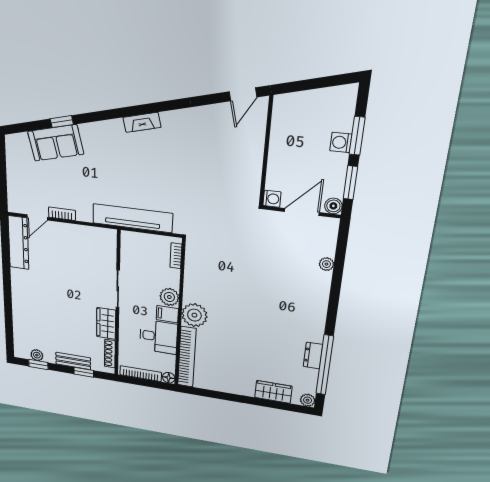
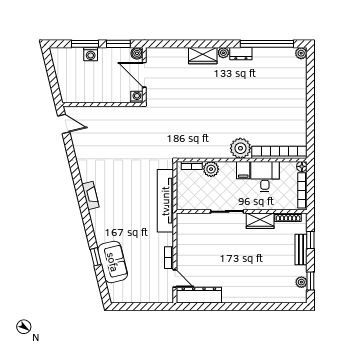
plant: (326, 264) -> (223, 53), moved
plant: (169, 297) -> (211, 169), moved
dresser: (313, 356) -> (241, 54), moved
wardrobe: (273, 392) -> (203, 56), moved, turned -90

